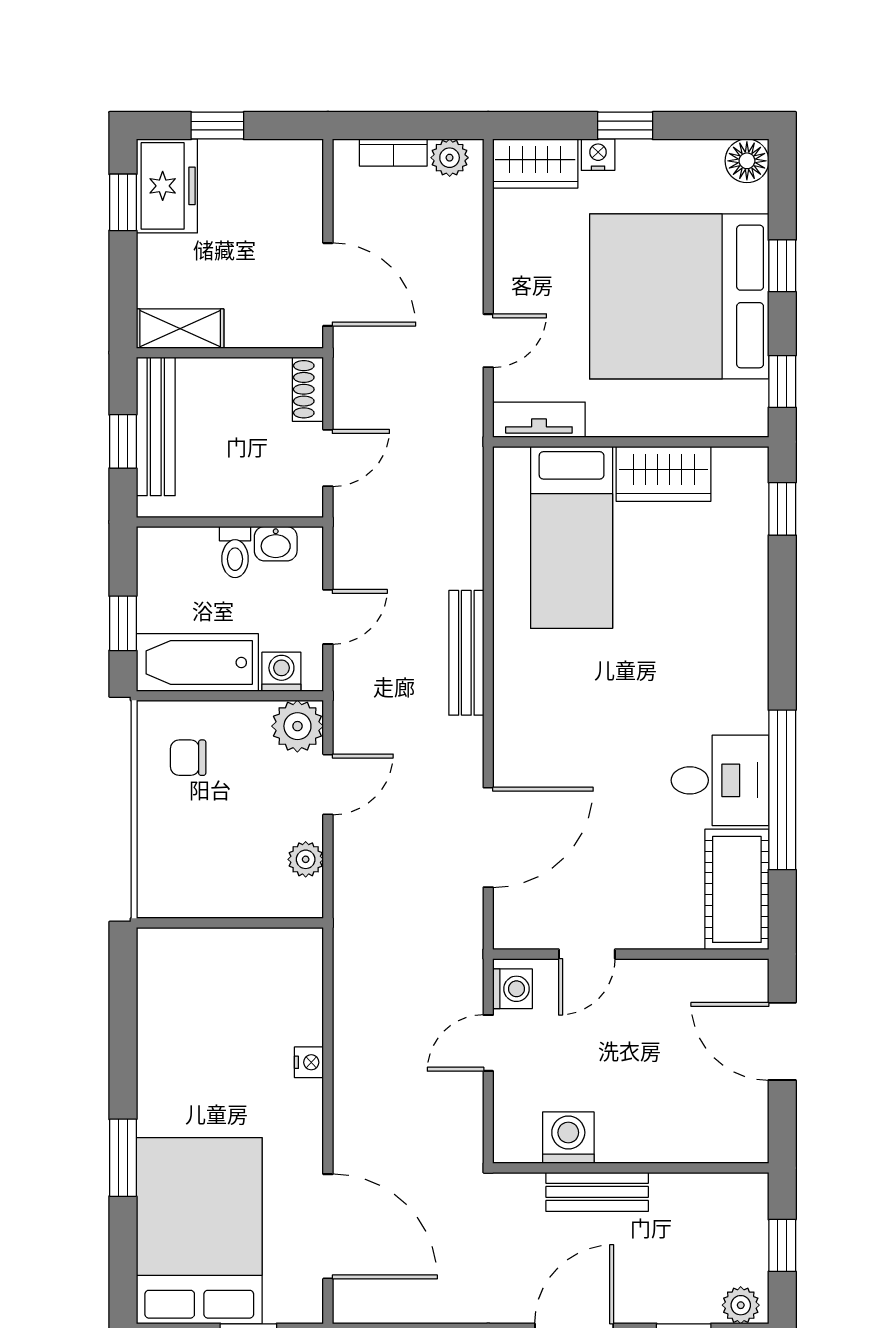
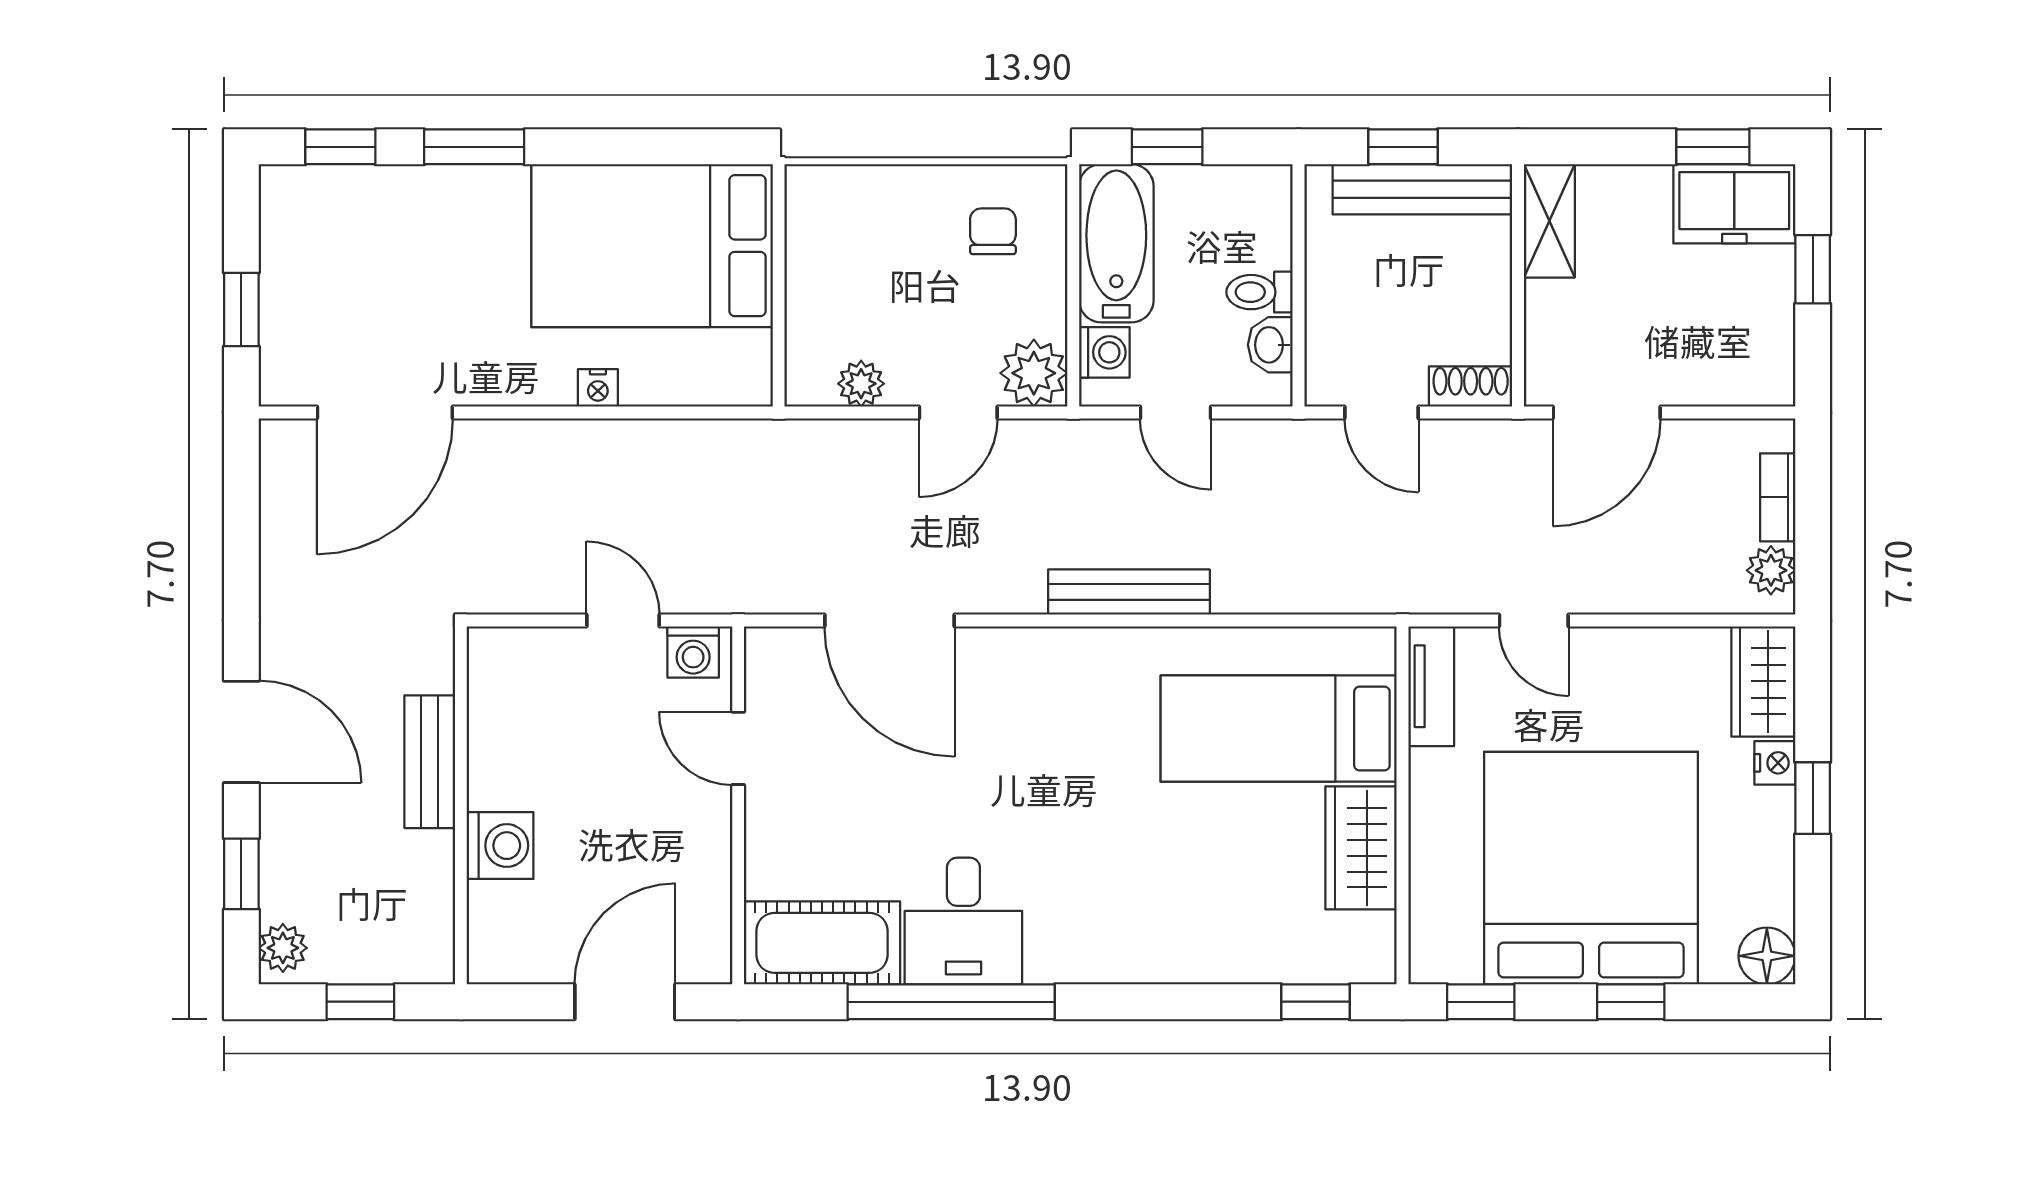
door: (328, 784) -> (958, 413), hinge flipped
washing machine: (568, 1138) -> (500, 846), moved
bed: (199, 1231) -> (652, 246), moved, turned 180
window: (123, 1261) -> (340, 147), added

